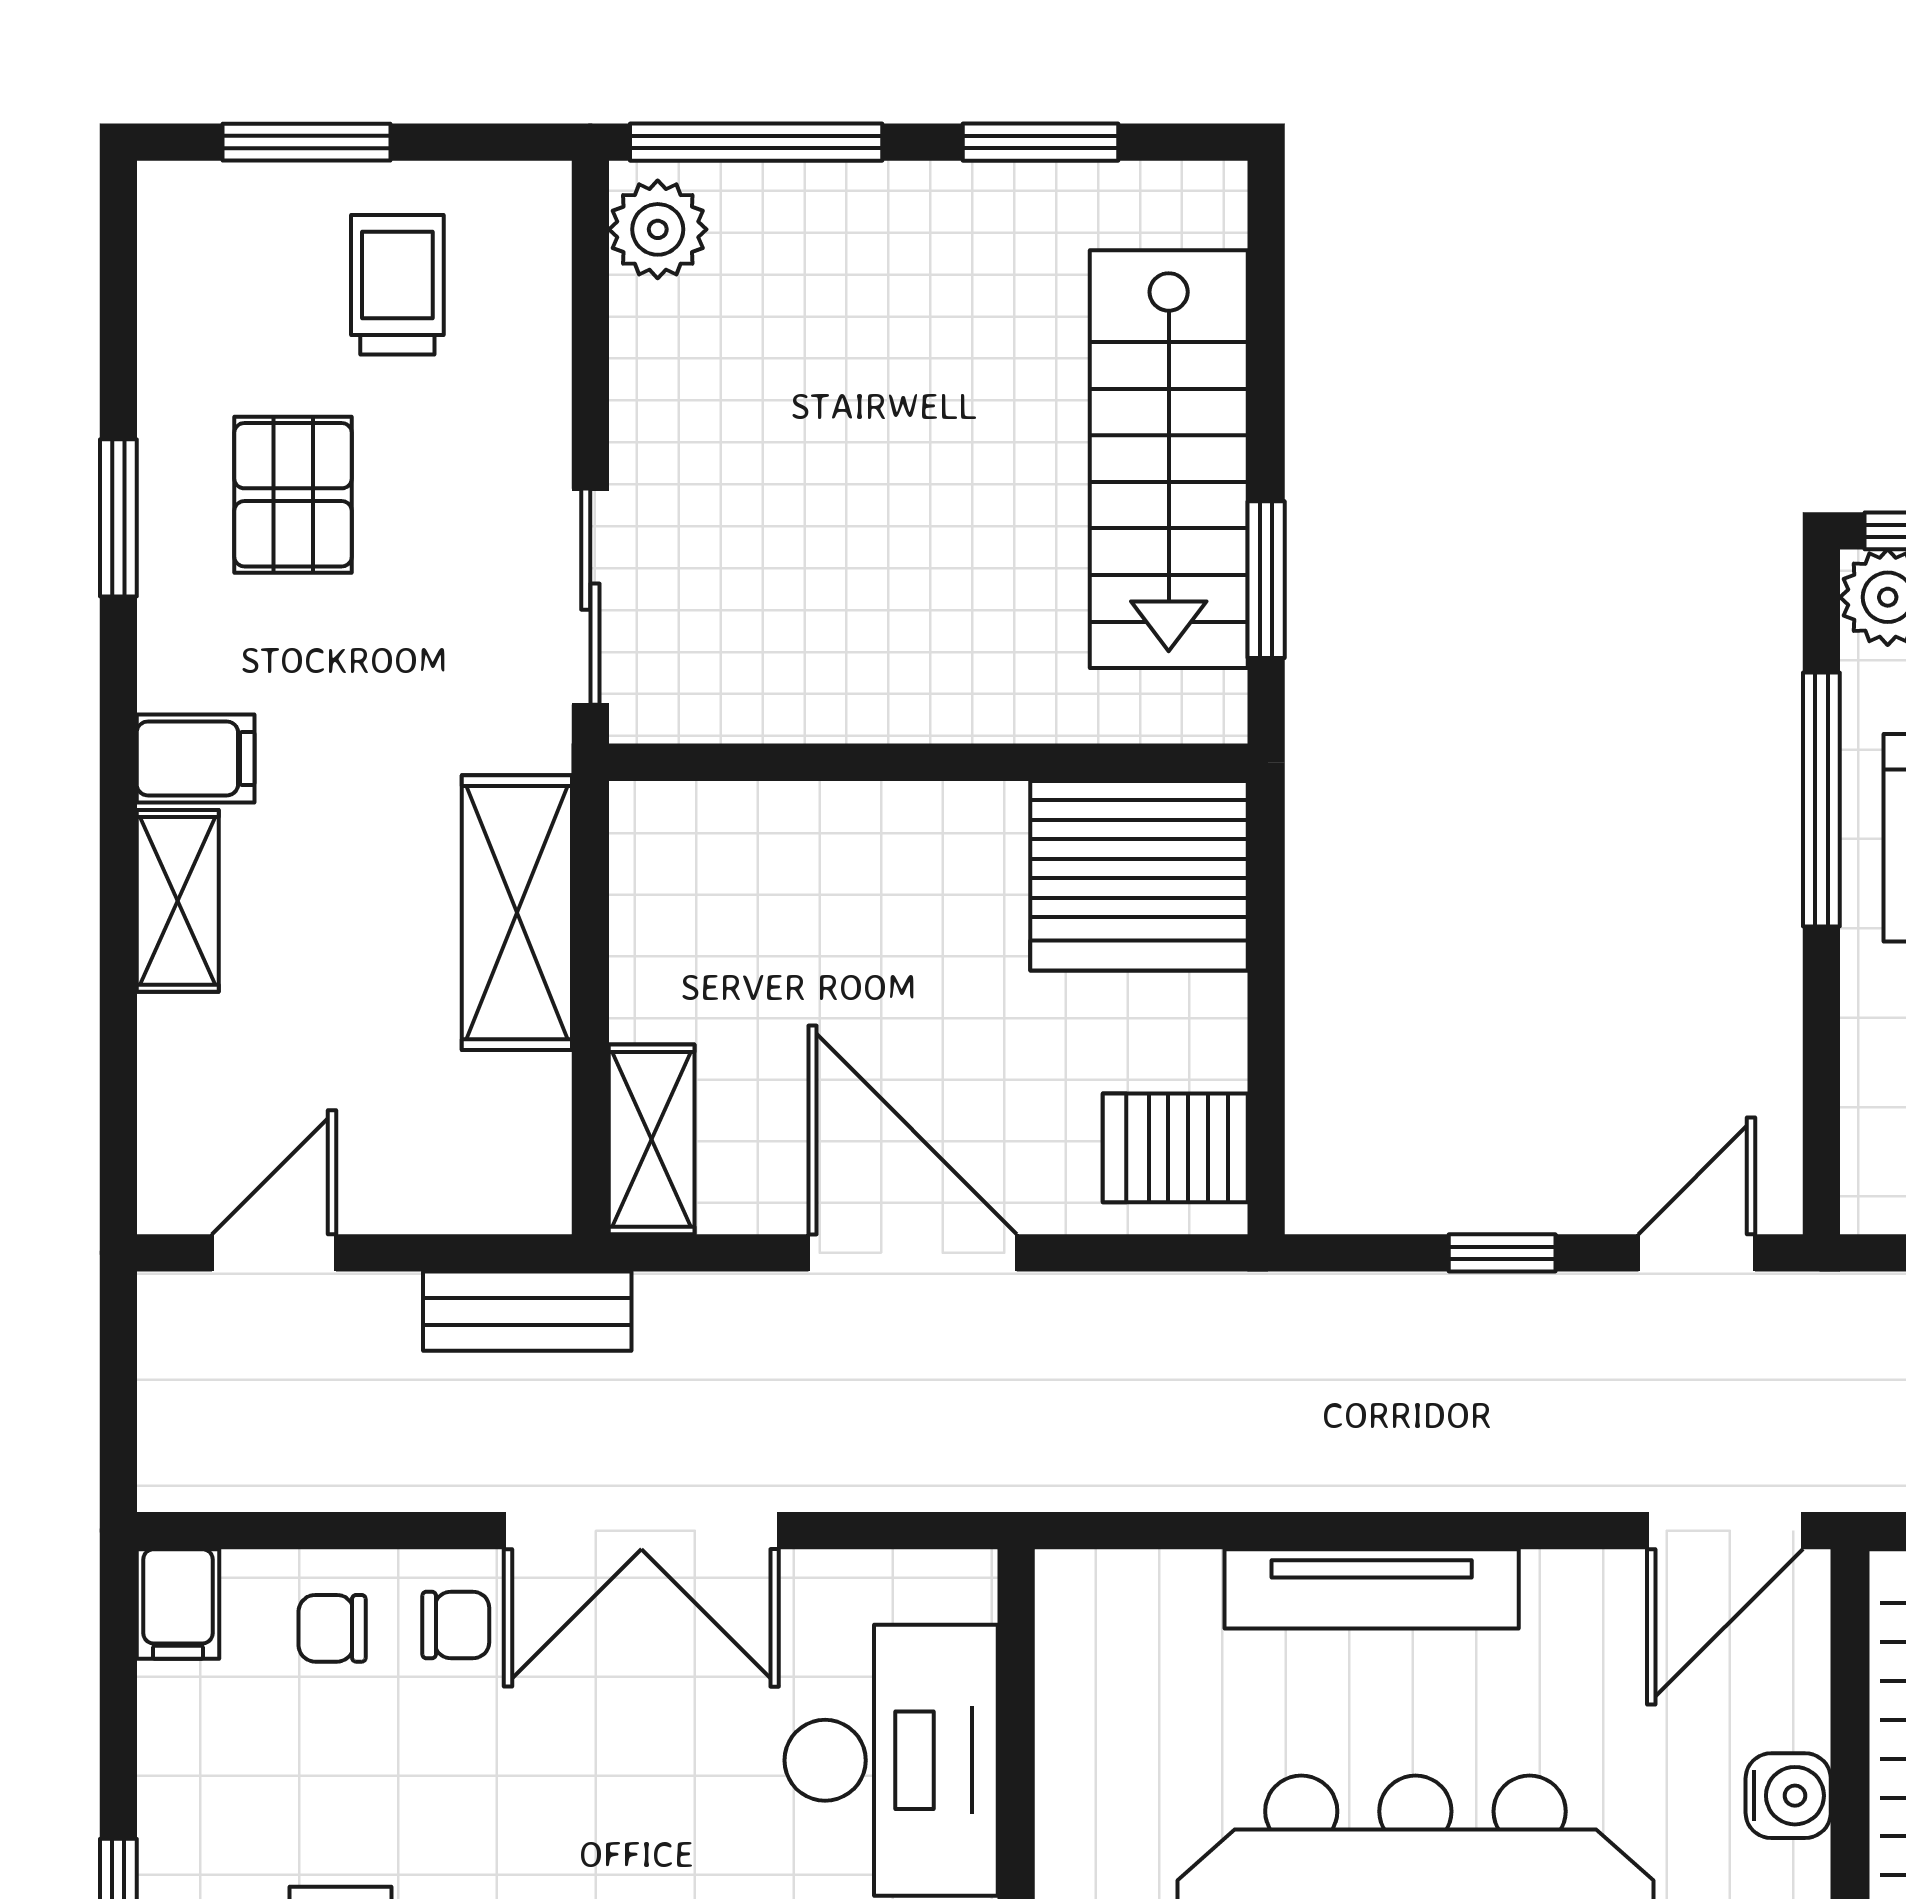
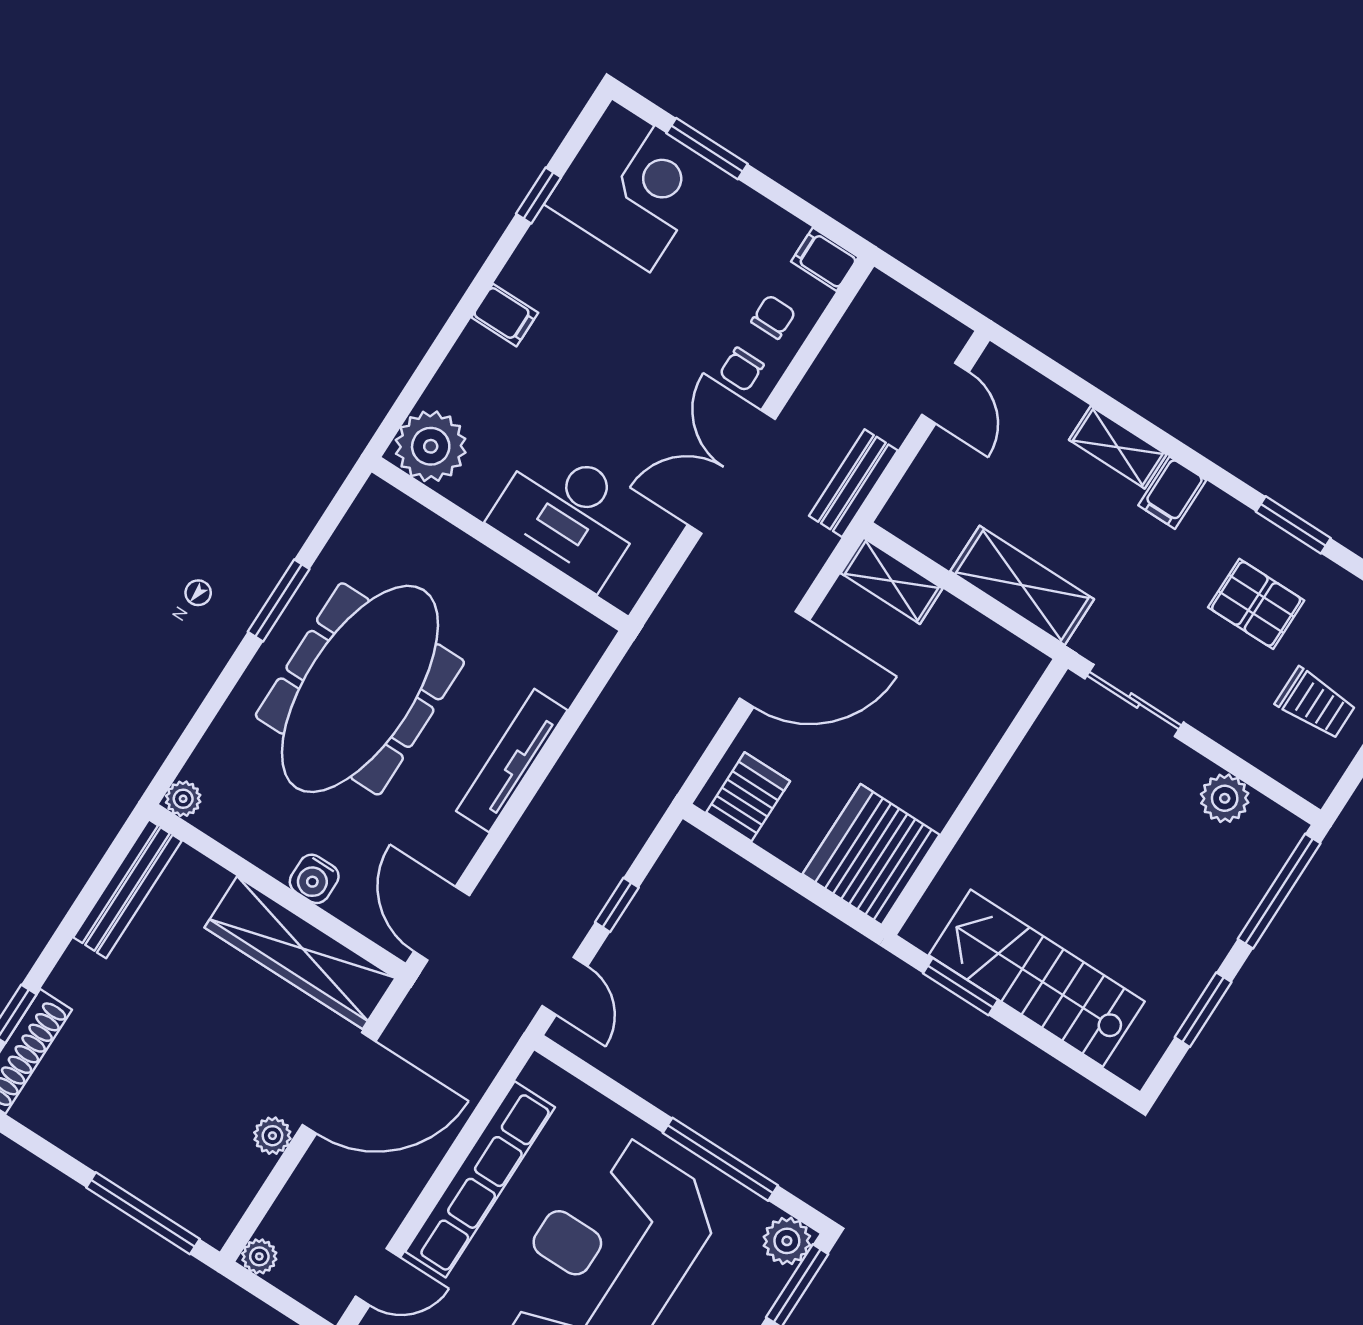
plant: (658, 229) -> (1225, 798), moved

